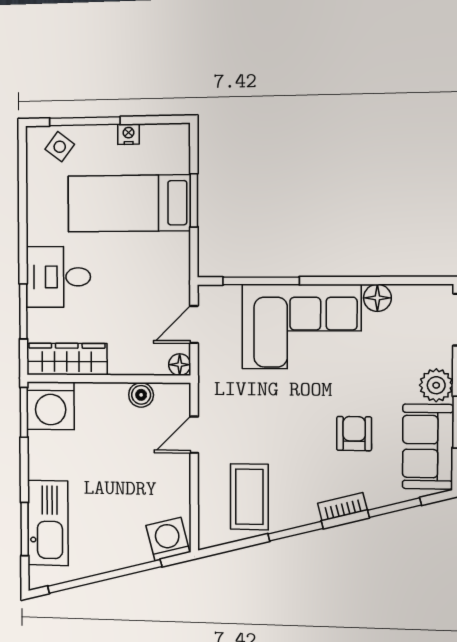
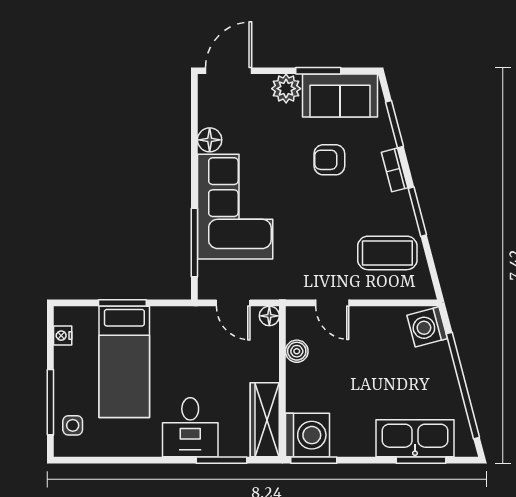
nightstand: (129, 134) -> (63, 336), moved
side table: (60, 147) -> (73, 425), turned -37

